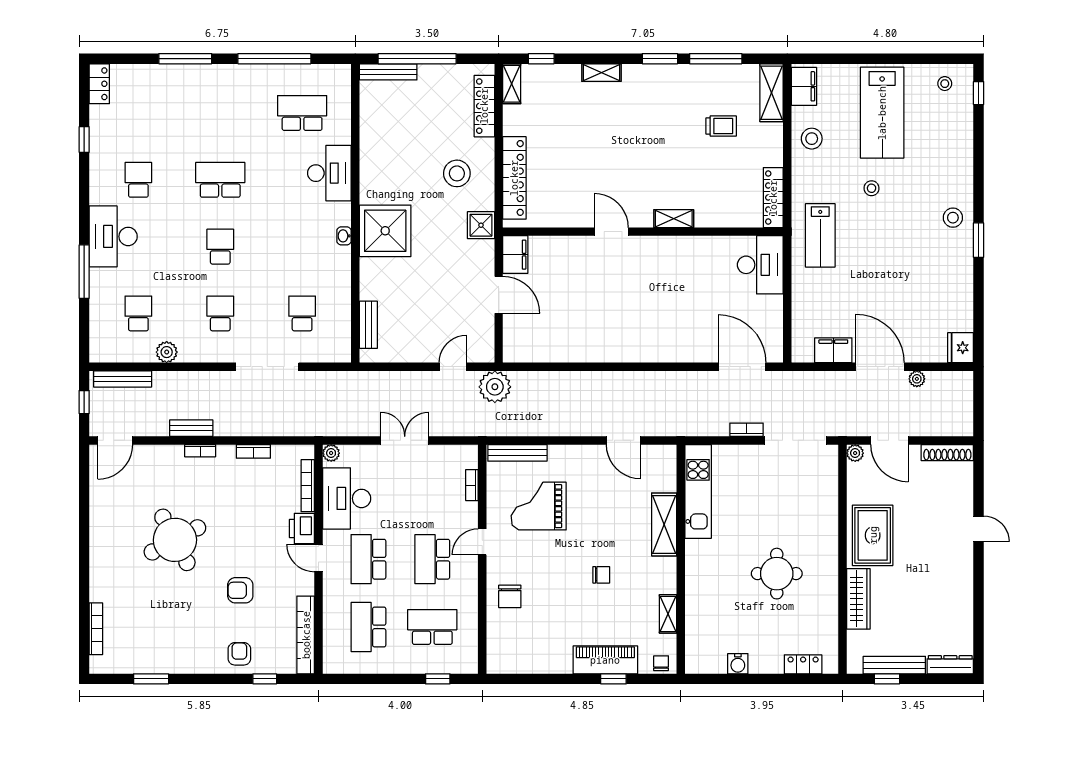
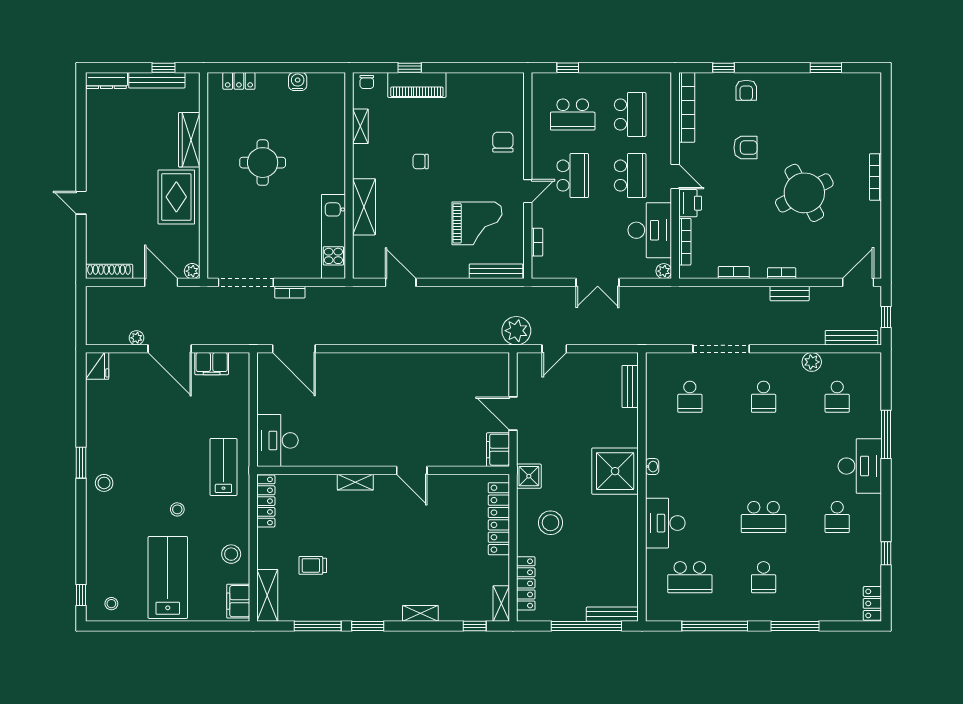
school desk: (220, 247) -> (764, 577), moved
bookcase: (96, 629) -> (875, 177), moved

